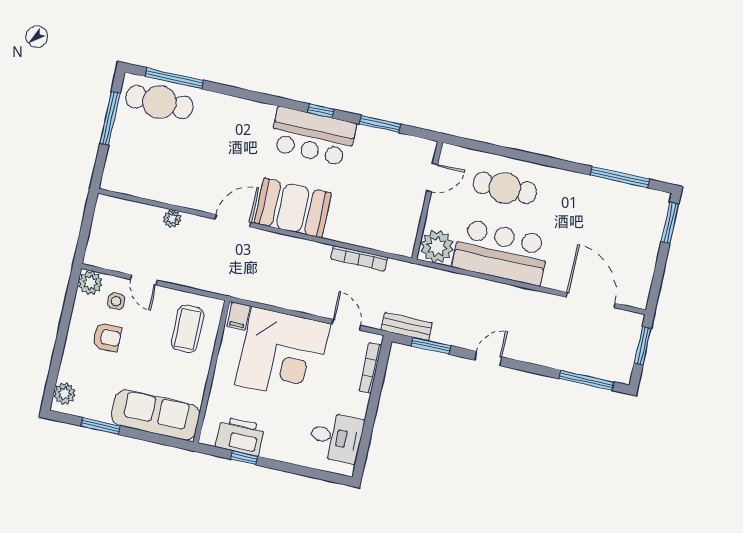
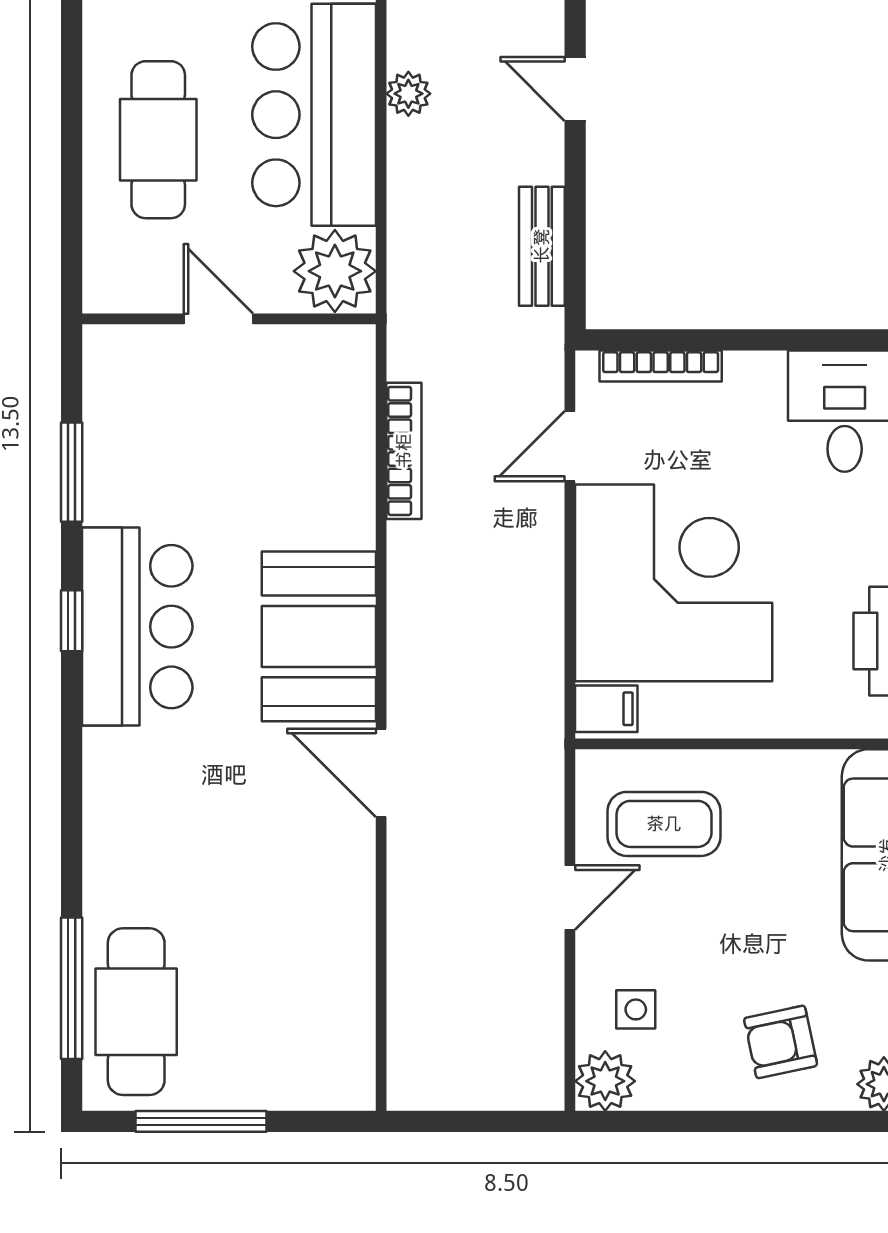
door: (432, 178) -> (218, 319), moved
plant: (172, 219) -> (408, 94), moved
door: (144, 280) -> (570, 897), moved
bench: (407, 326) -> (542, 246), moved
armchair: (107, 337) -> (781, 1042), moved, turned -102
window: (431, 346) -> (575, 233), removed

